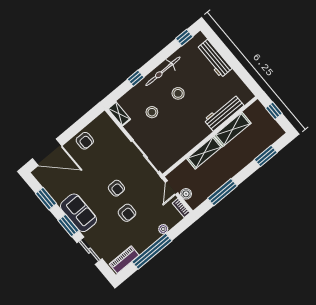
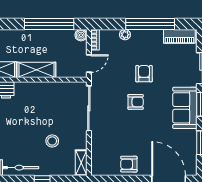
stool: (178, 93) -> (17, 138), removed
armchair: (85, 141) -> (129, 164), turned -90
armchair: (116, 188) -> (136, 102), turned 90
window: (222, 192) -> (49, 24), width x1.46
boiler: (186, 194) -> (81, 35), moved

